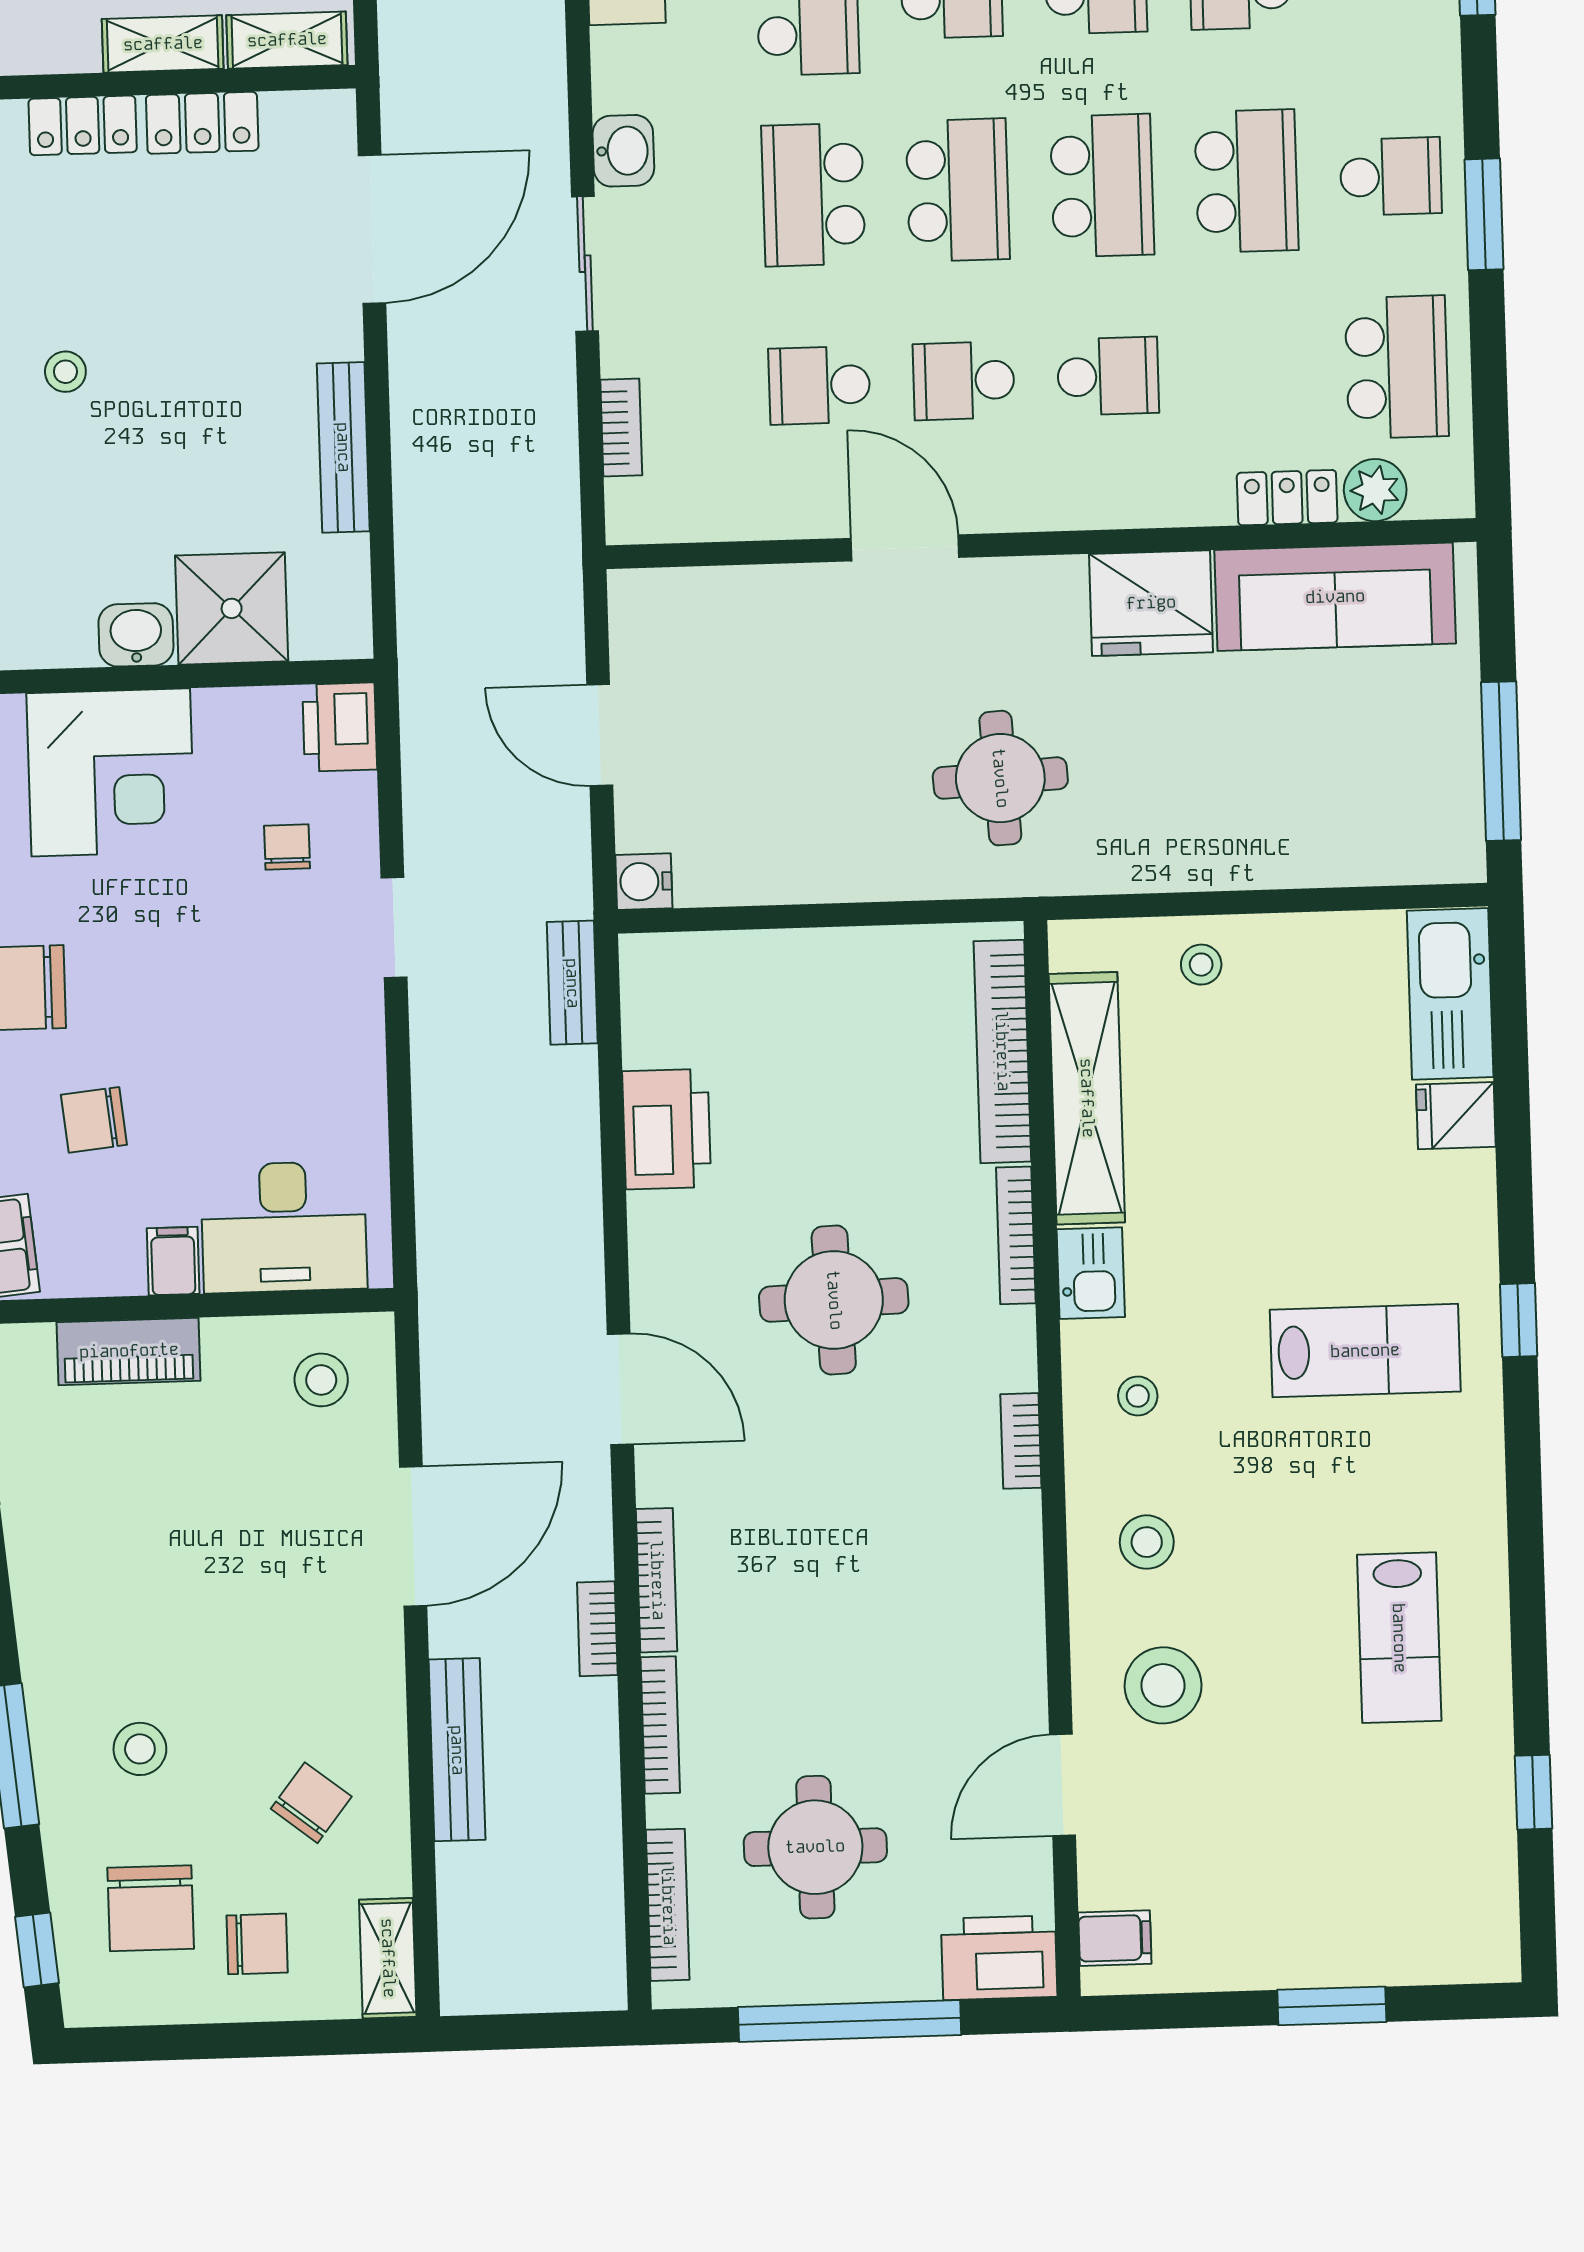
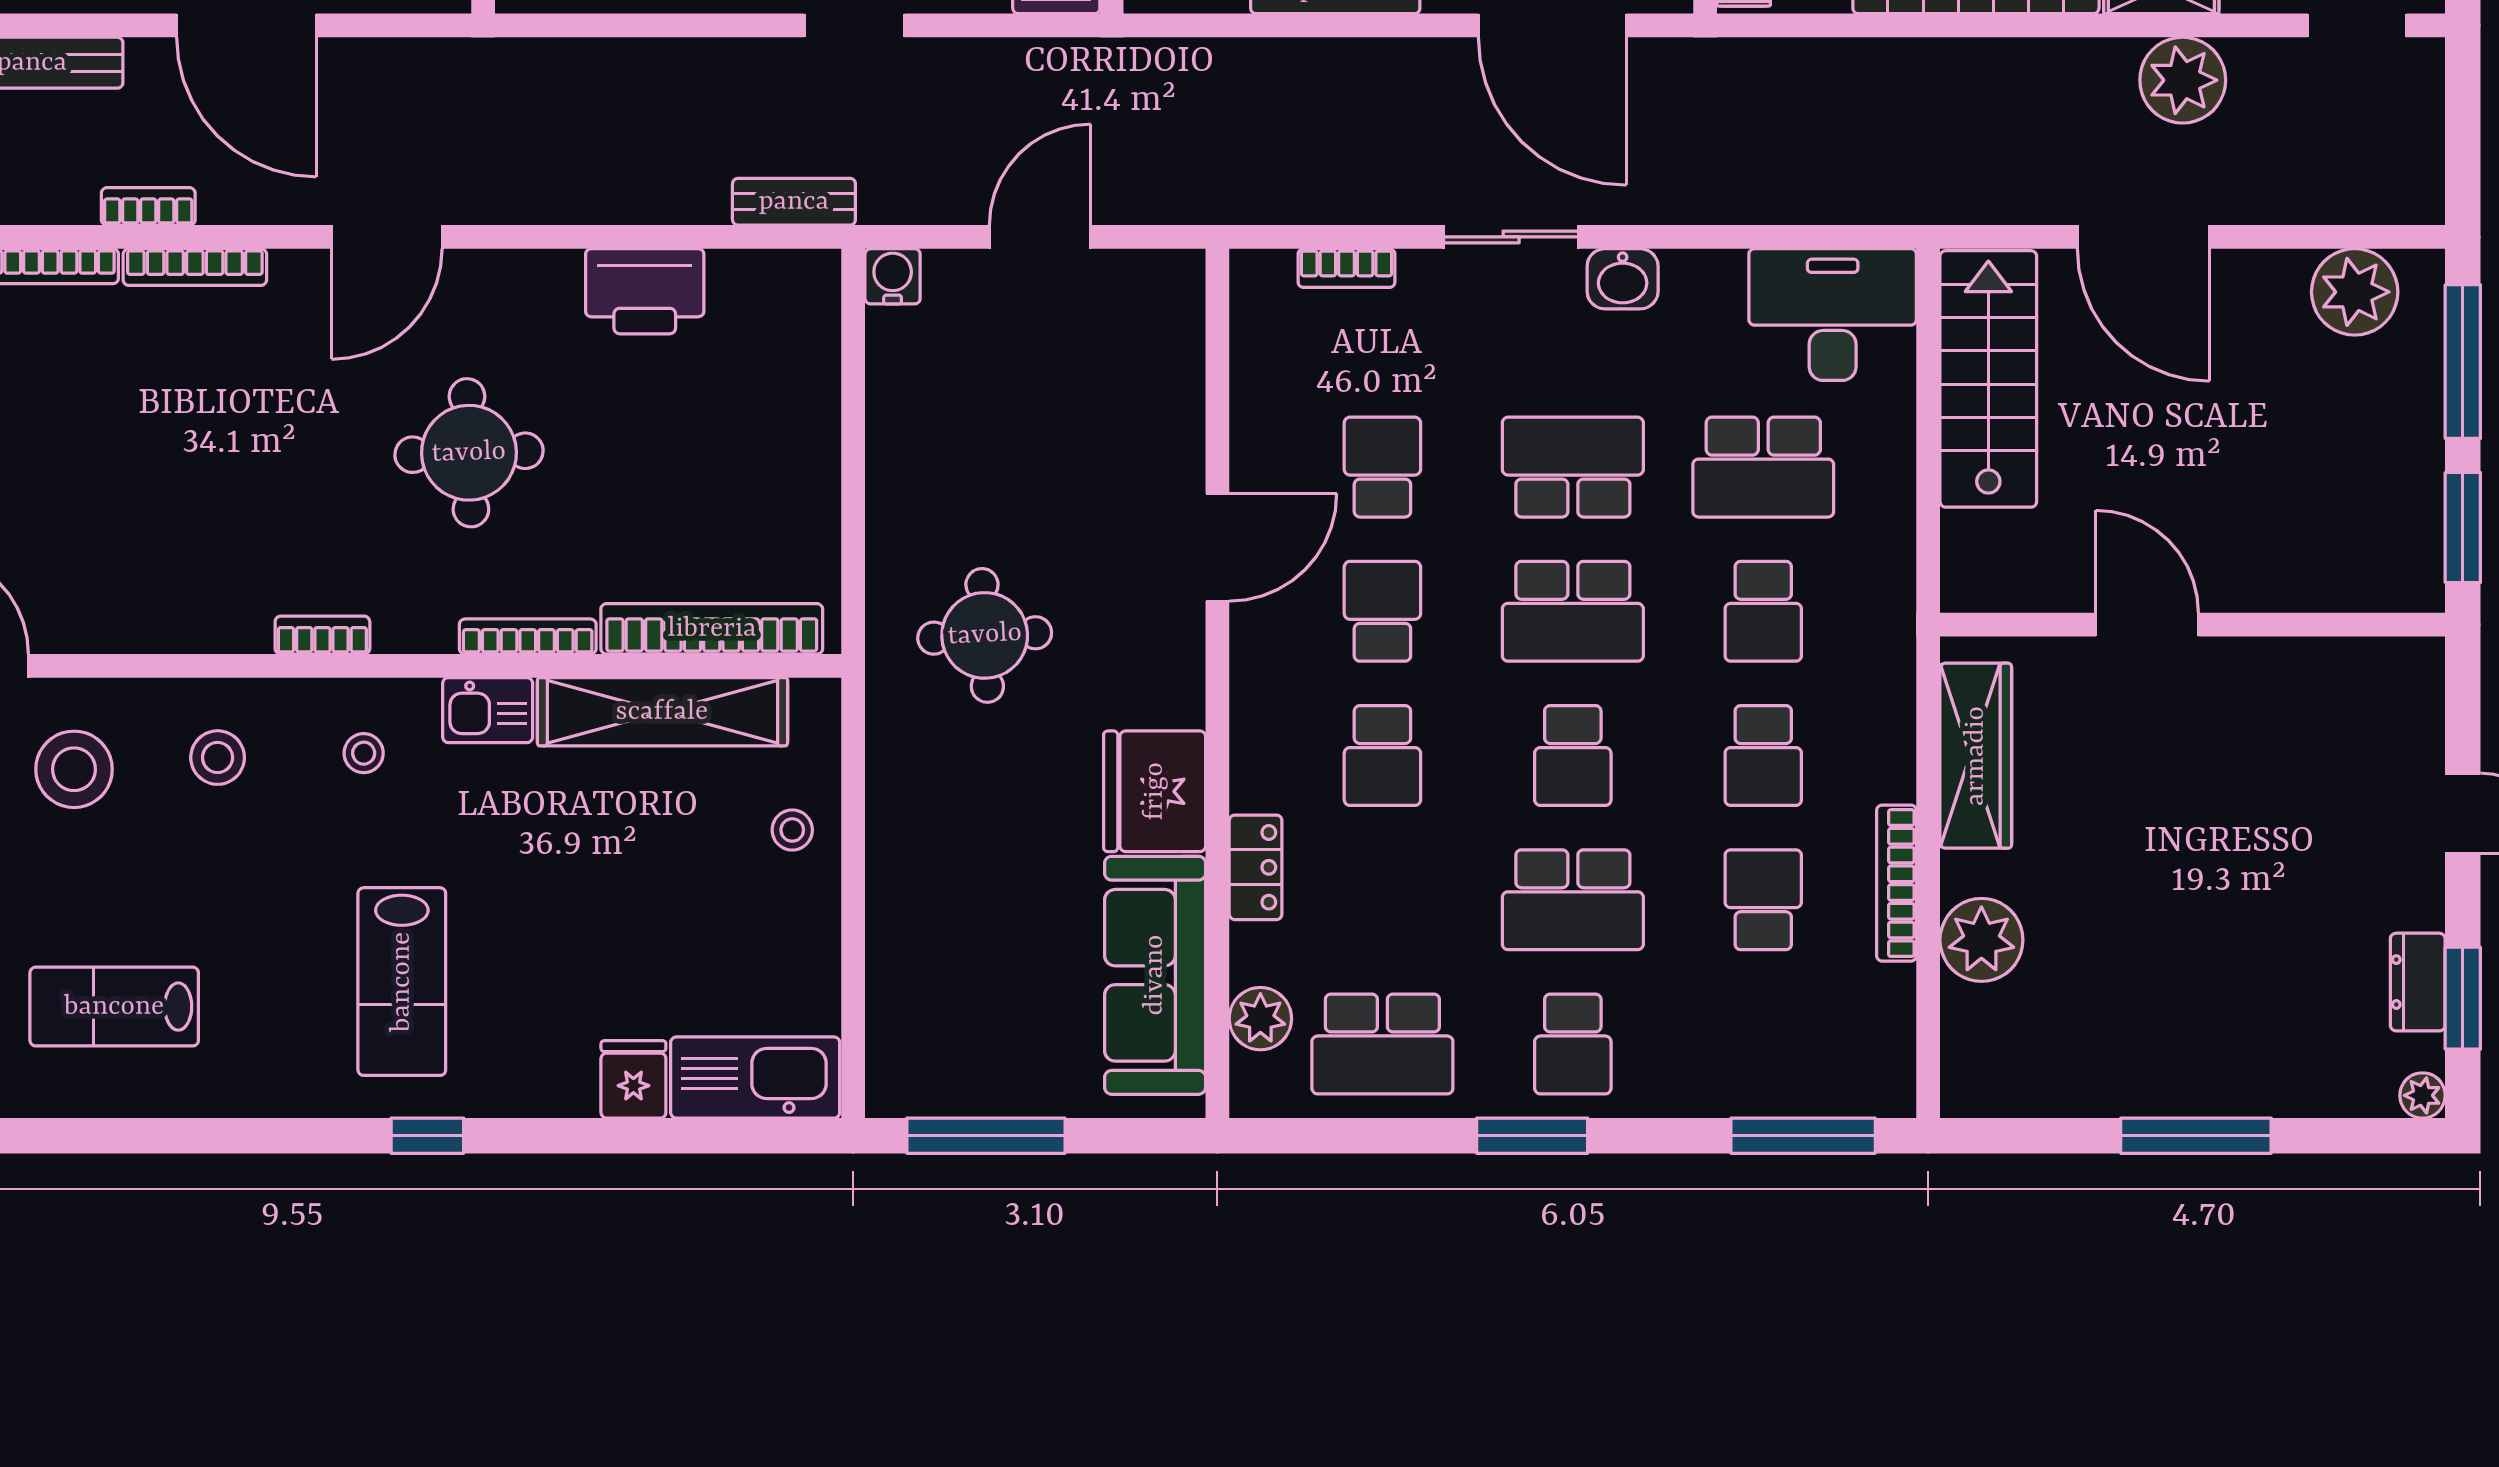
school desk: (1102, 186) -> (1573, 756), width x0.54
locker: (1287, 498) -> (1256, 867), moved

